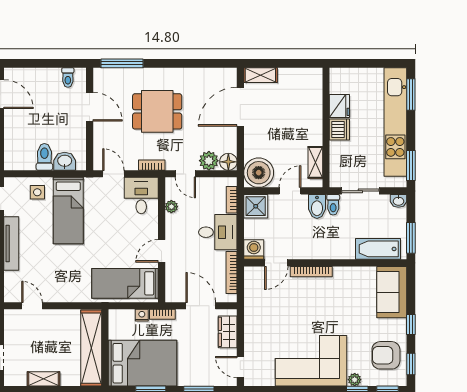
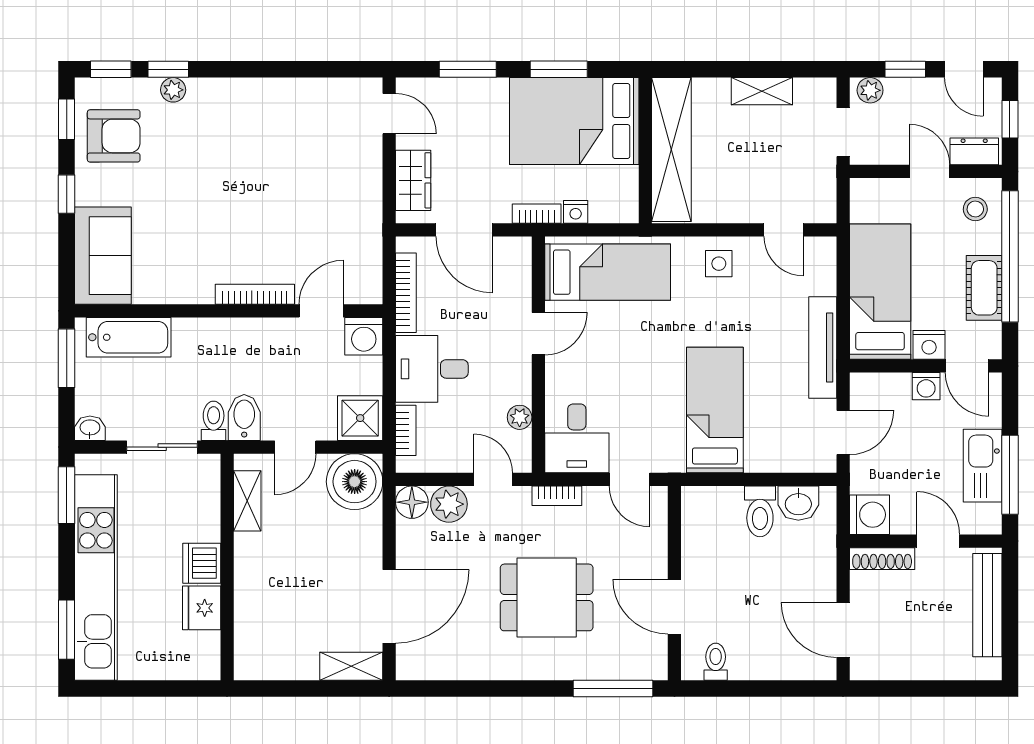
washbasin: (65, 161) -> (798, 503), moved
side table: (37, 192) -> (719, 264), moved
corner sofa: (311, 361) -> (255, 126), removed

